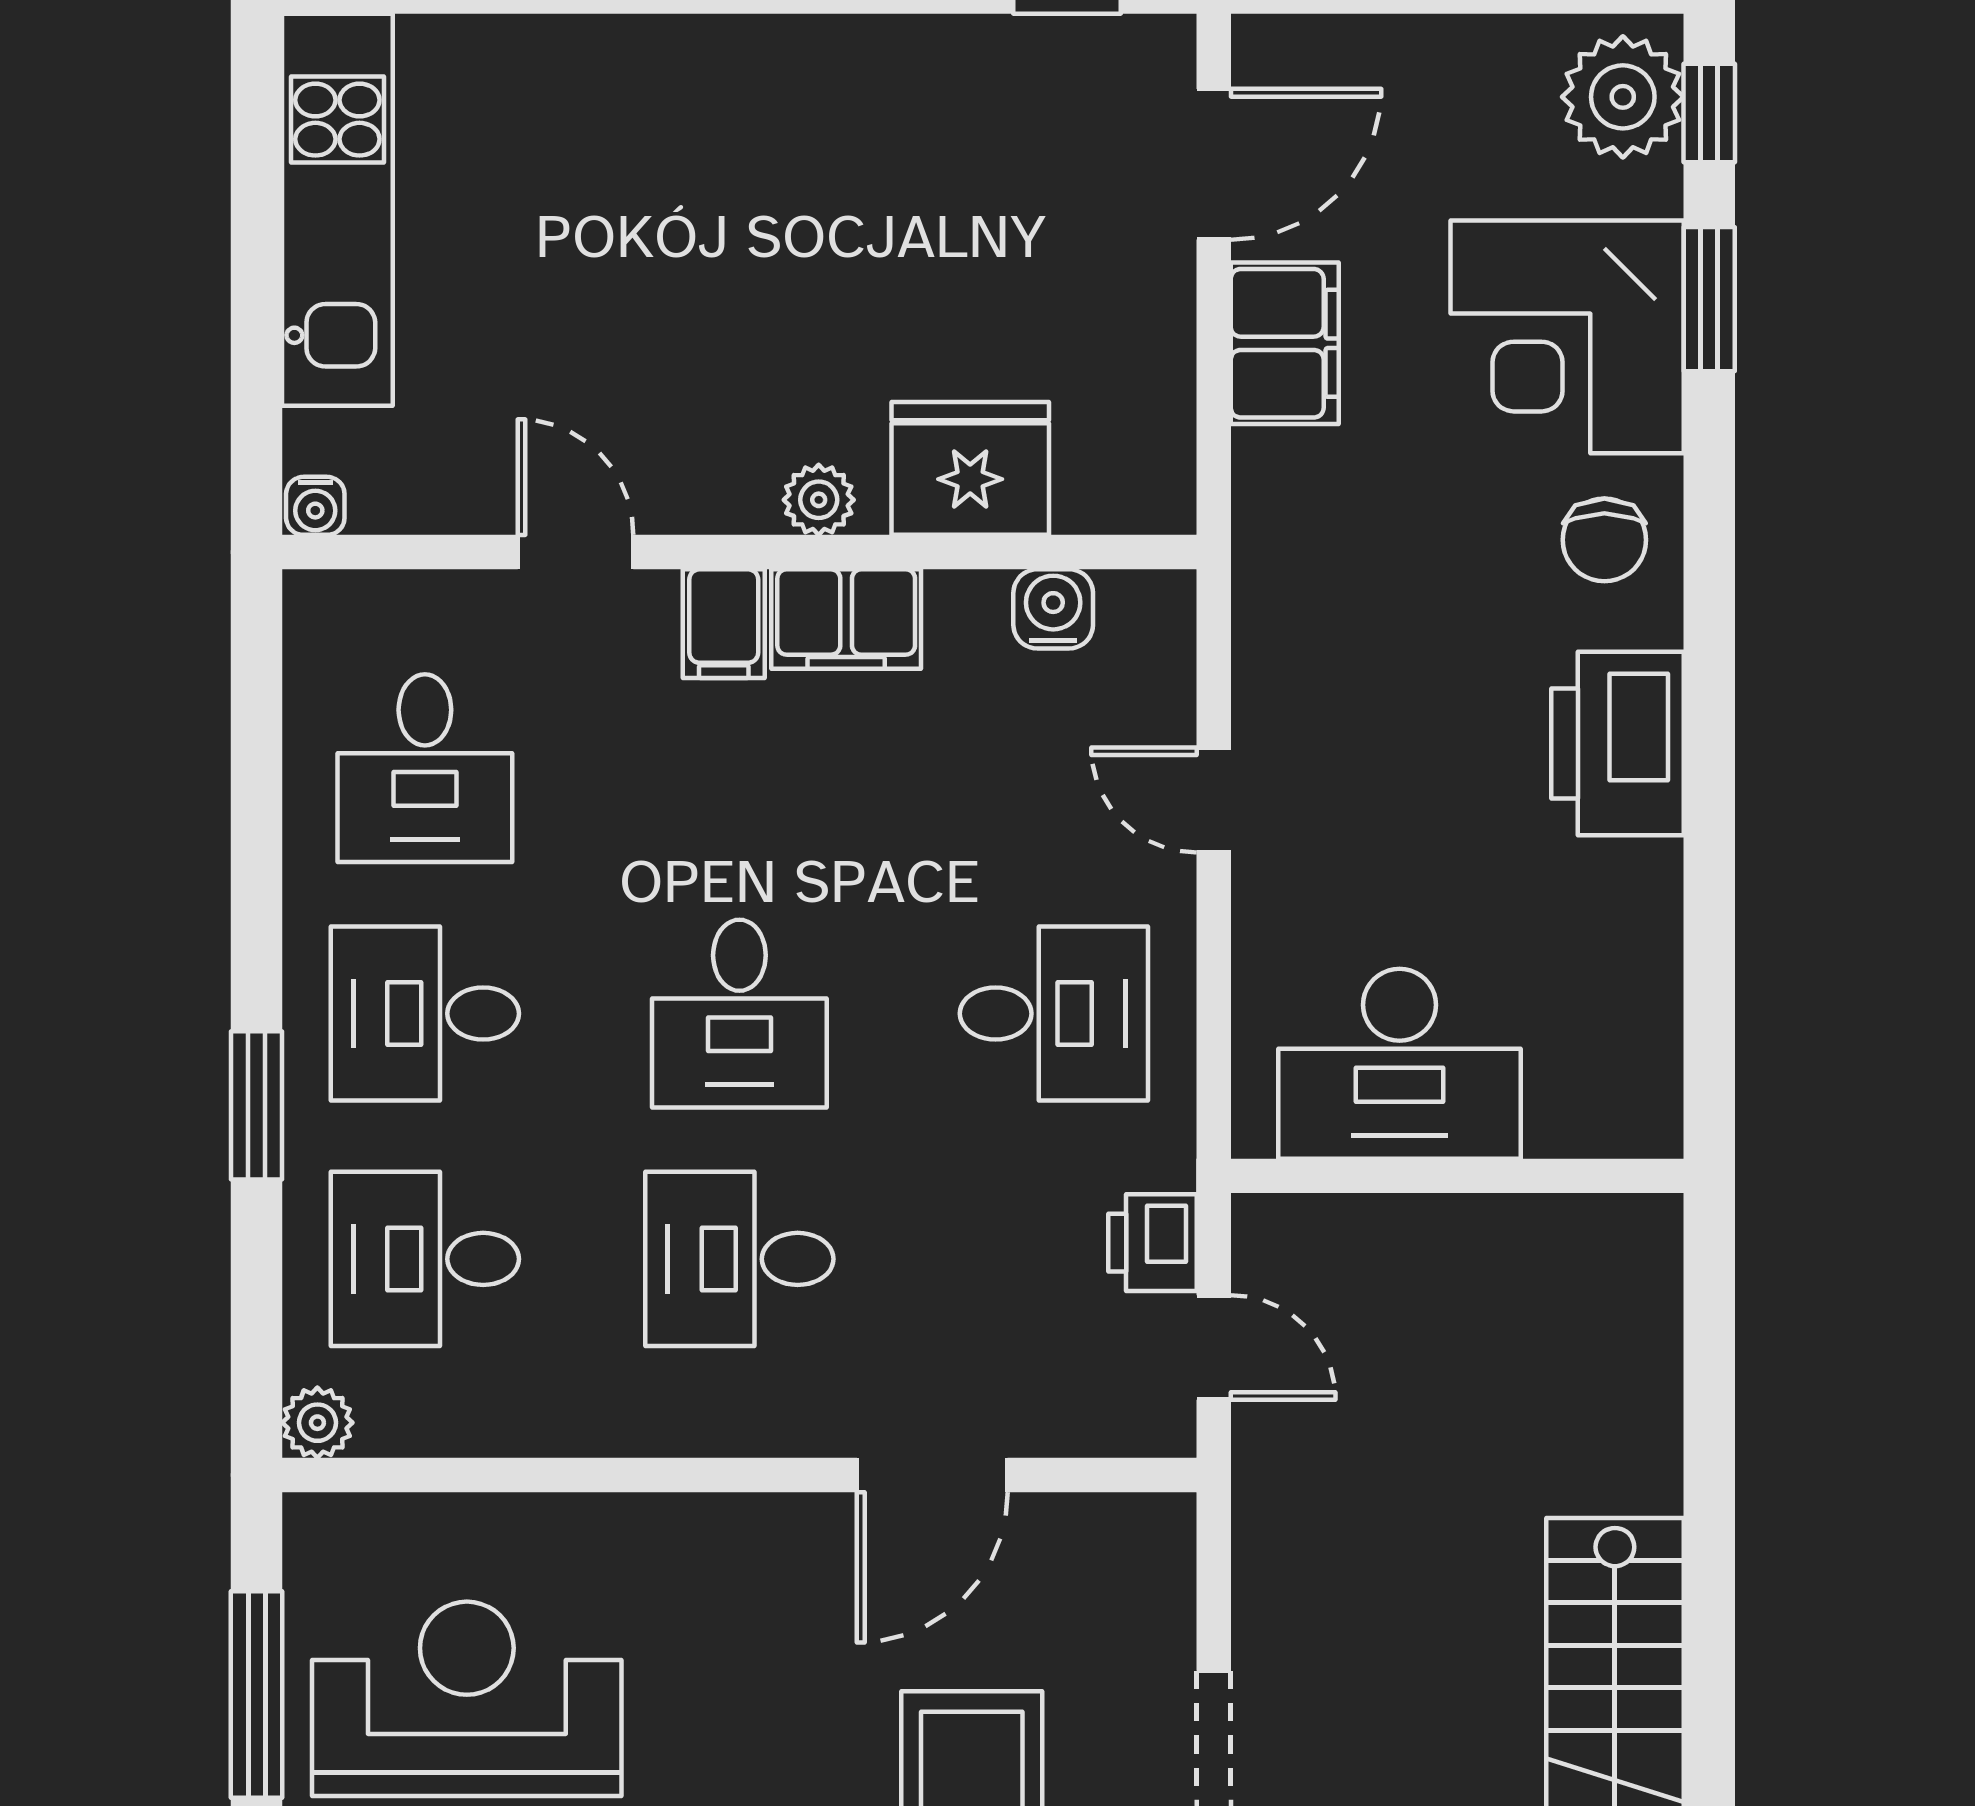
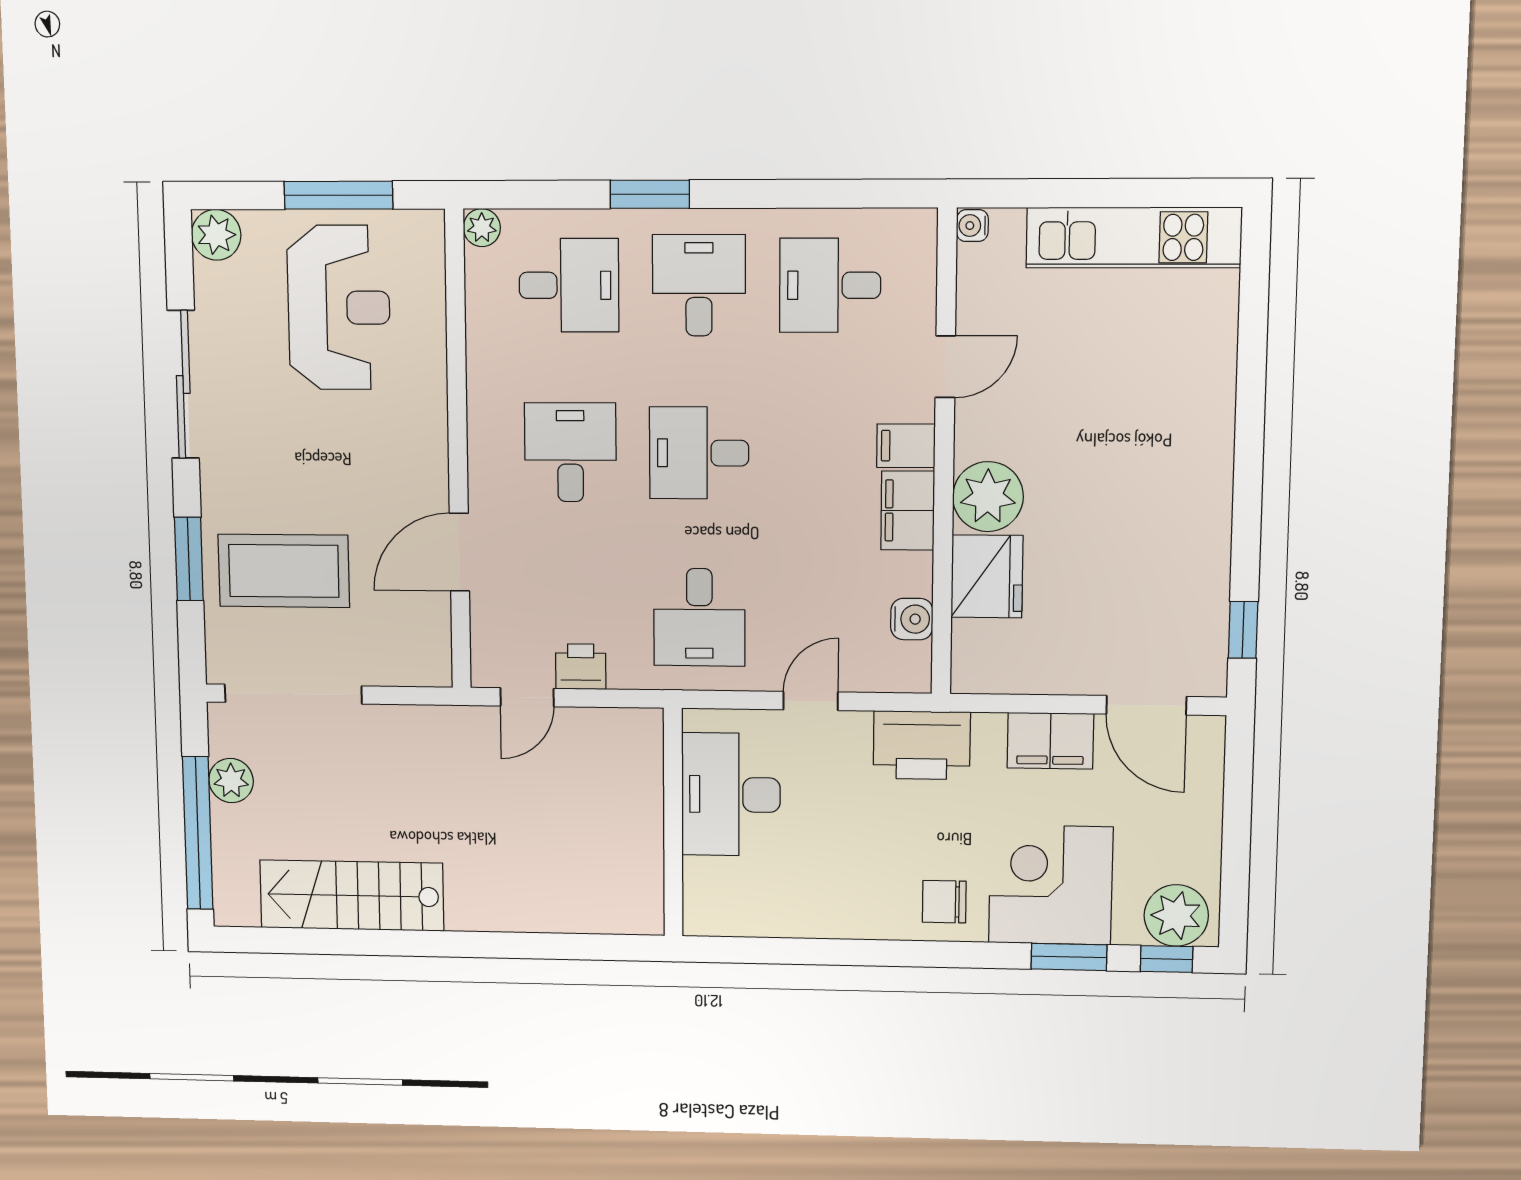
plant: (819, 500) -> (988, 497), width x1.88, depth x1.88
printer: (1618, 743) -> (922, 745), moved, turned 180
desk: (1400, 1064) -> (731, 795), moved
wall: (1457, 1176) -> (673, 823), moved
desk: (425, 1259) -> (569, 285), turned 90
door: (932, 1475) -> (459, 552), hinge flipped

